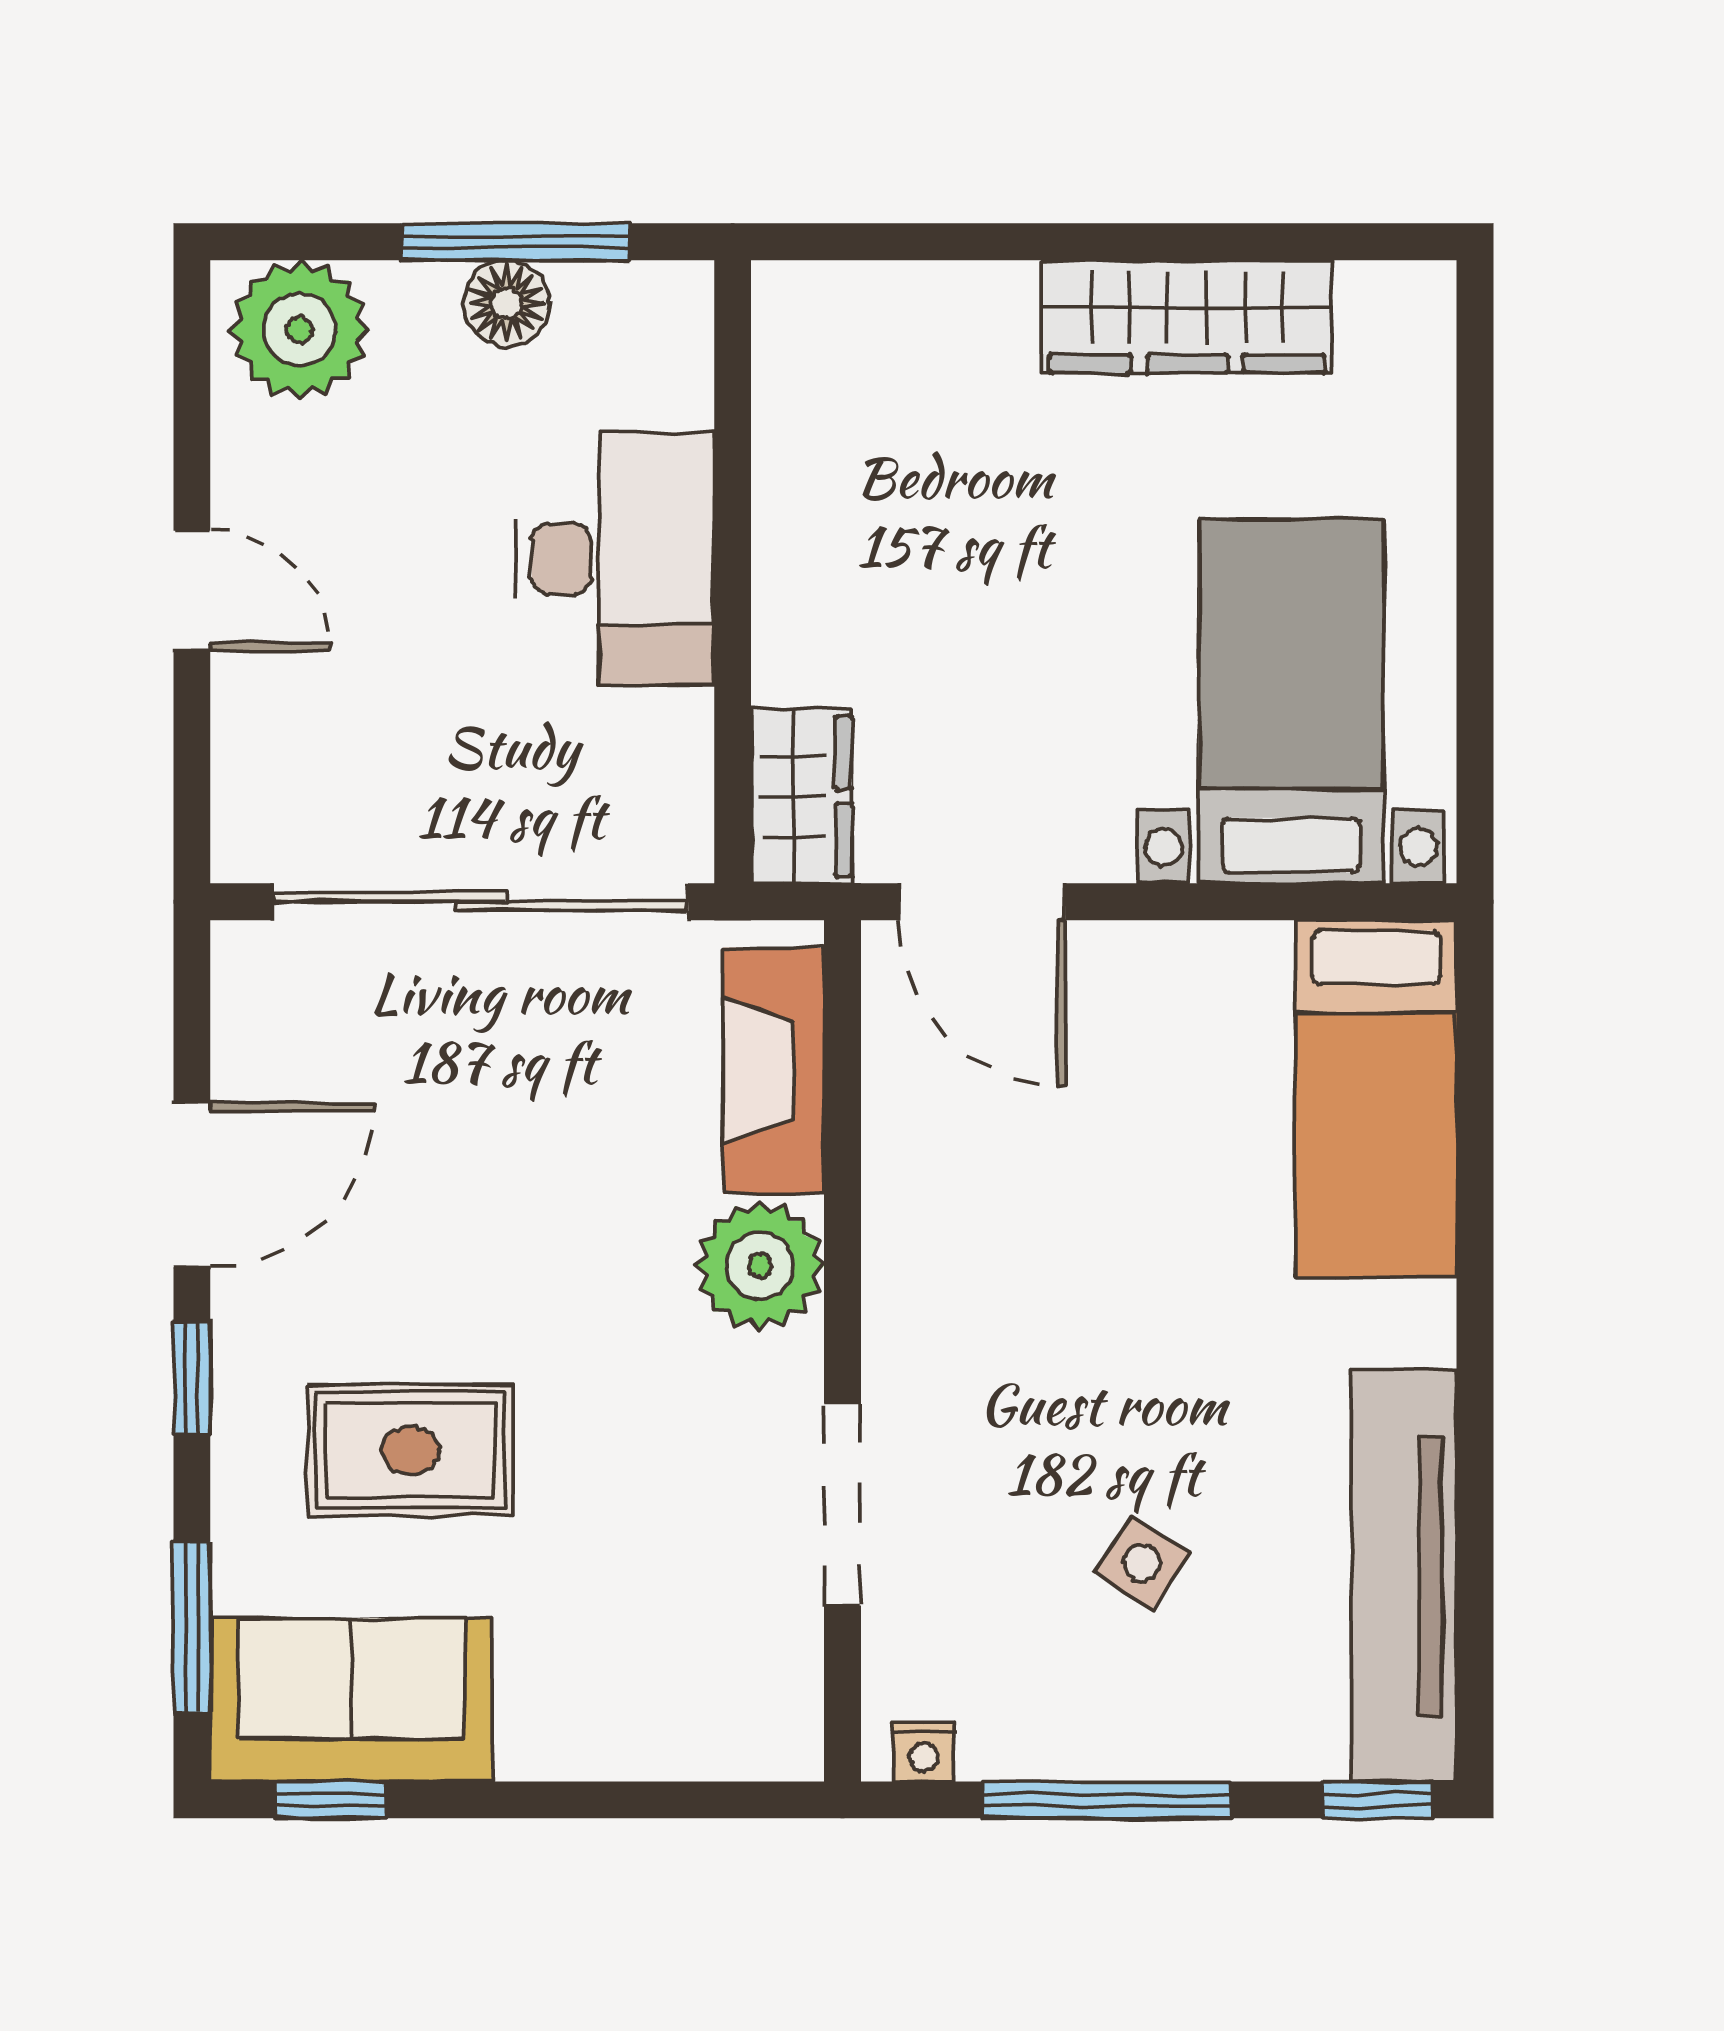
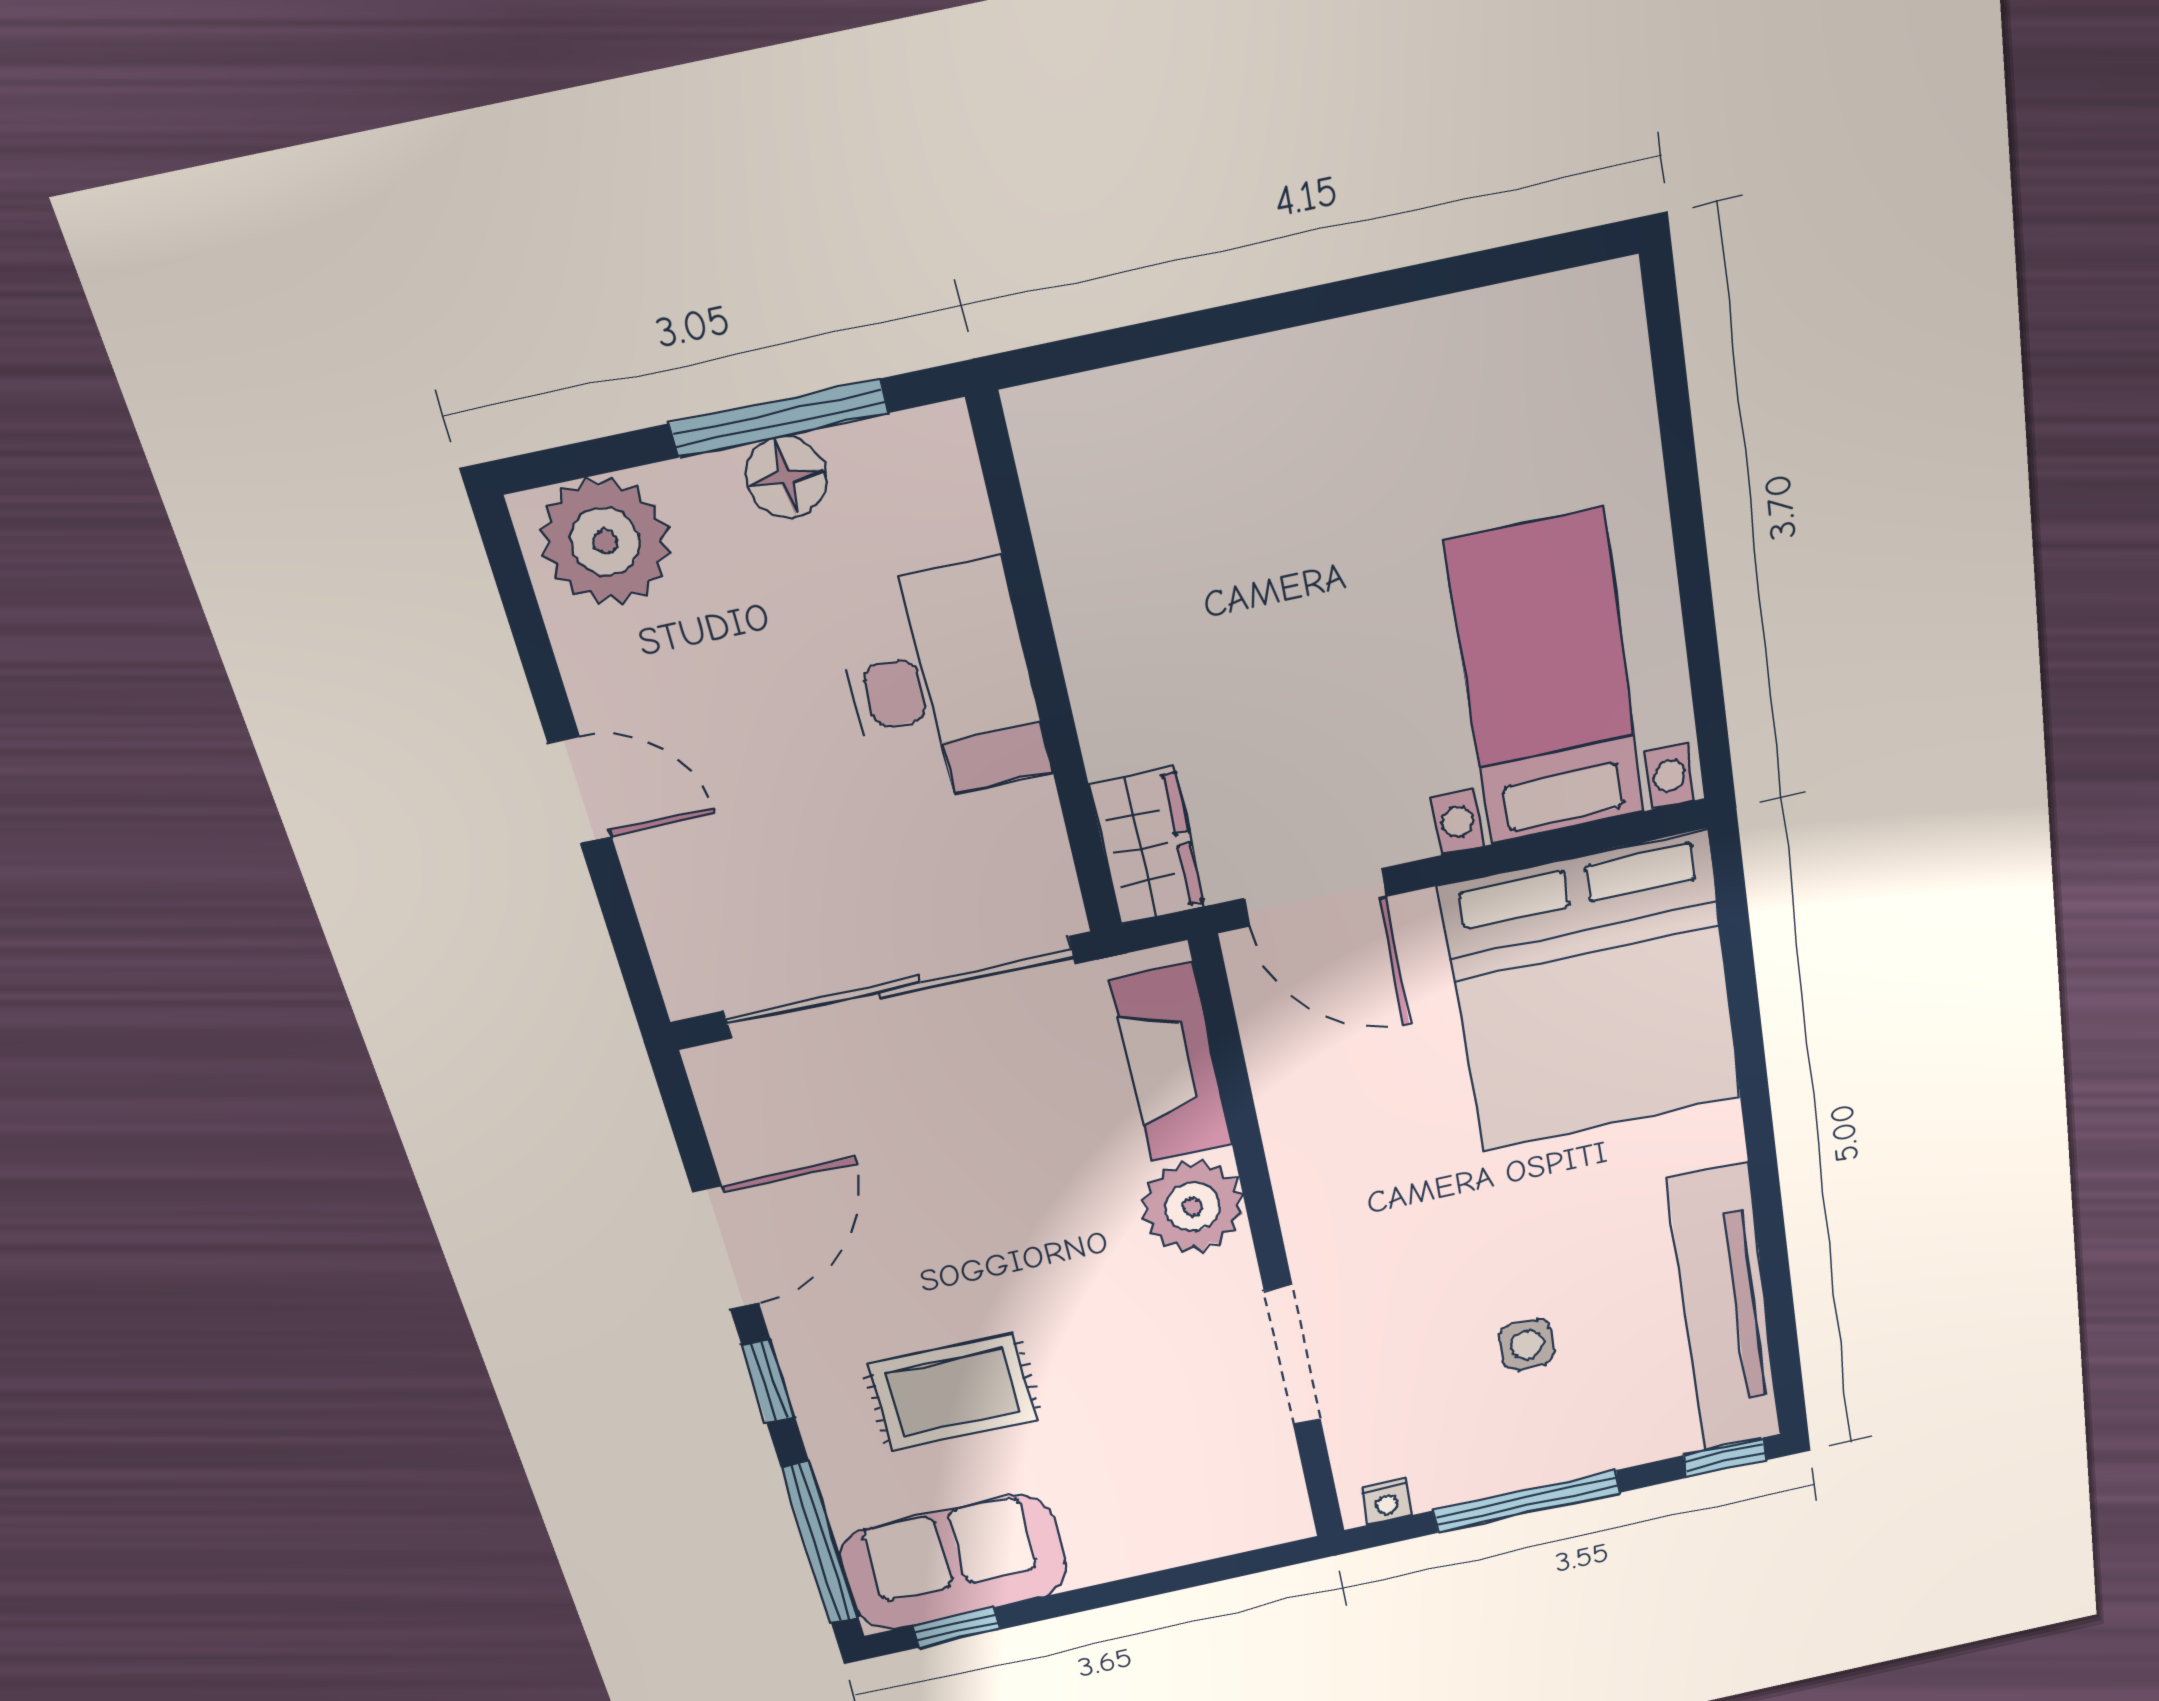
wardrobe: (1187, 316) -> (1403, 359), removed
bed: (1376, 1099) -> (1593, 993), width x2.04
side table: (1142, 1563) -> (1527, 1345), turned -34
window: (192, 1627) -> (820, 1544), width x1.44

